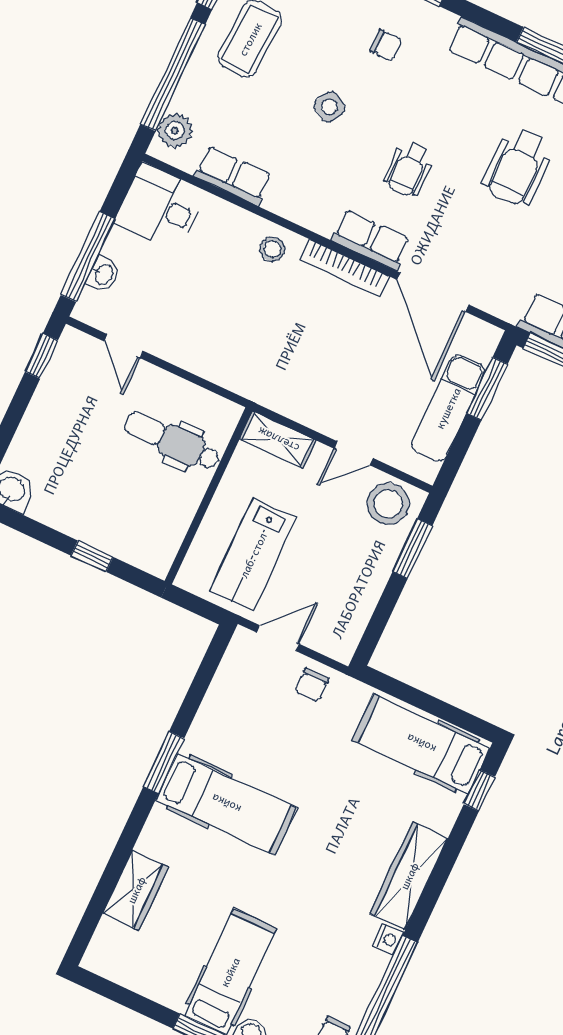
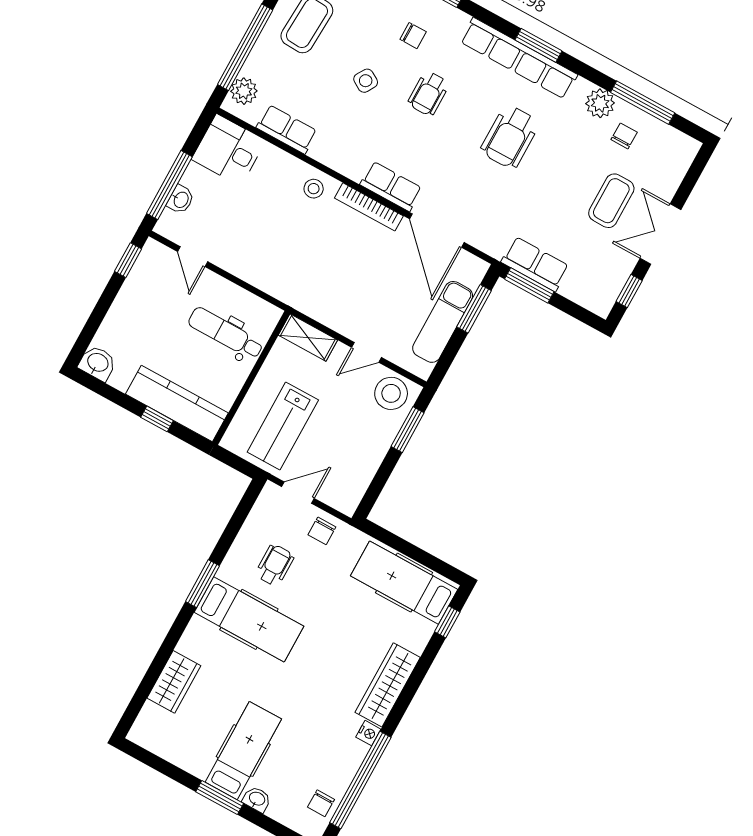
wheelchair: (409, 169) -> (429, 94), moved
kitchen counter: (116, 535) -> (177, 404), added
wheelchair: (254, 733) -> (275, 565), added

